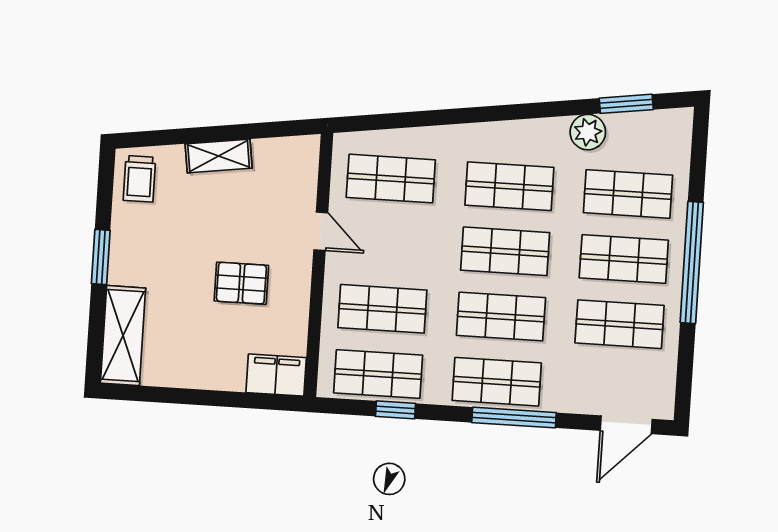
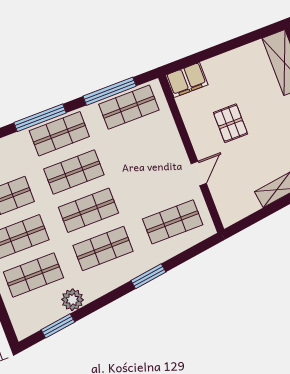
window: (462, 116) -> (148, 276), added
door: (321, 231) -> (199, 173), swing flipped
pallet: (241, 283) -> (230, 123), turned 90
shop shelf: (382, 309) -> (143, 145), removed
window: (396, 410) -> (110, 91), width x2.17

